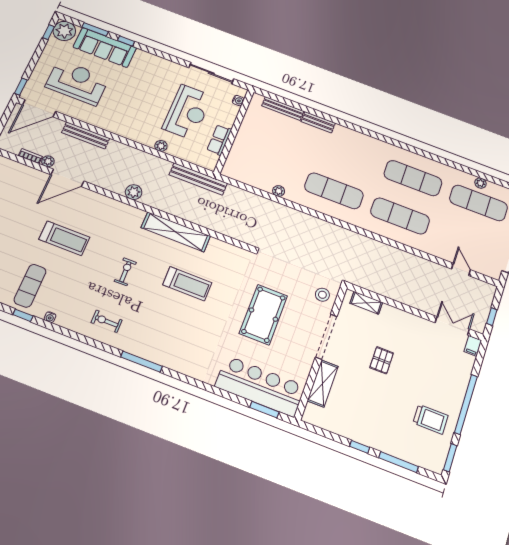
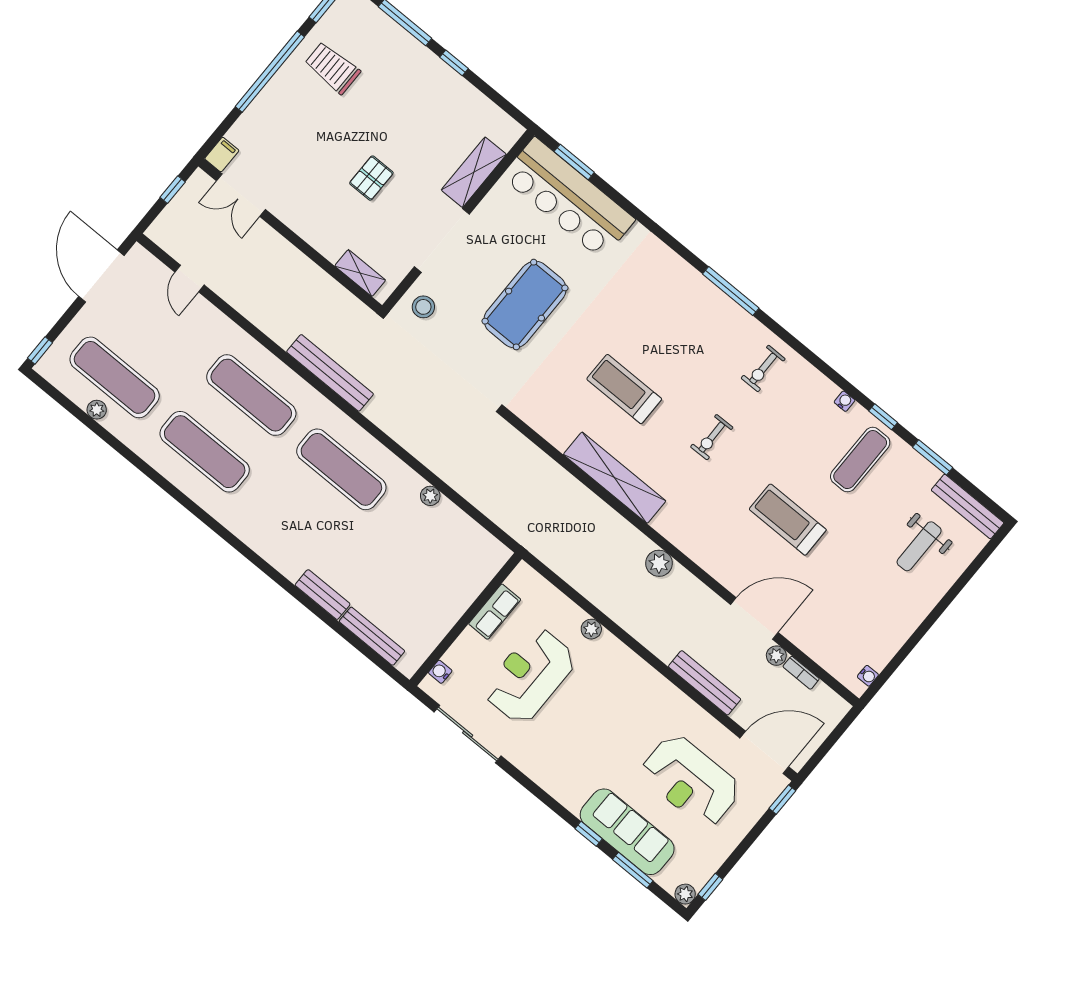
plant: (64, 31) -> (685, 894), width x0.53, depth x0.53
bench: (198, 179) -> (330, 373), moved
exercise bike: (107, 321) -> (763, 368), turned 90

